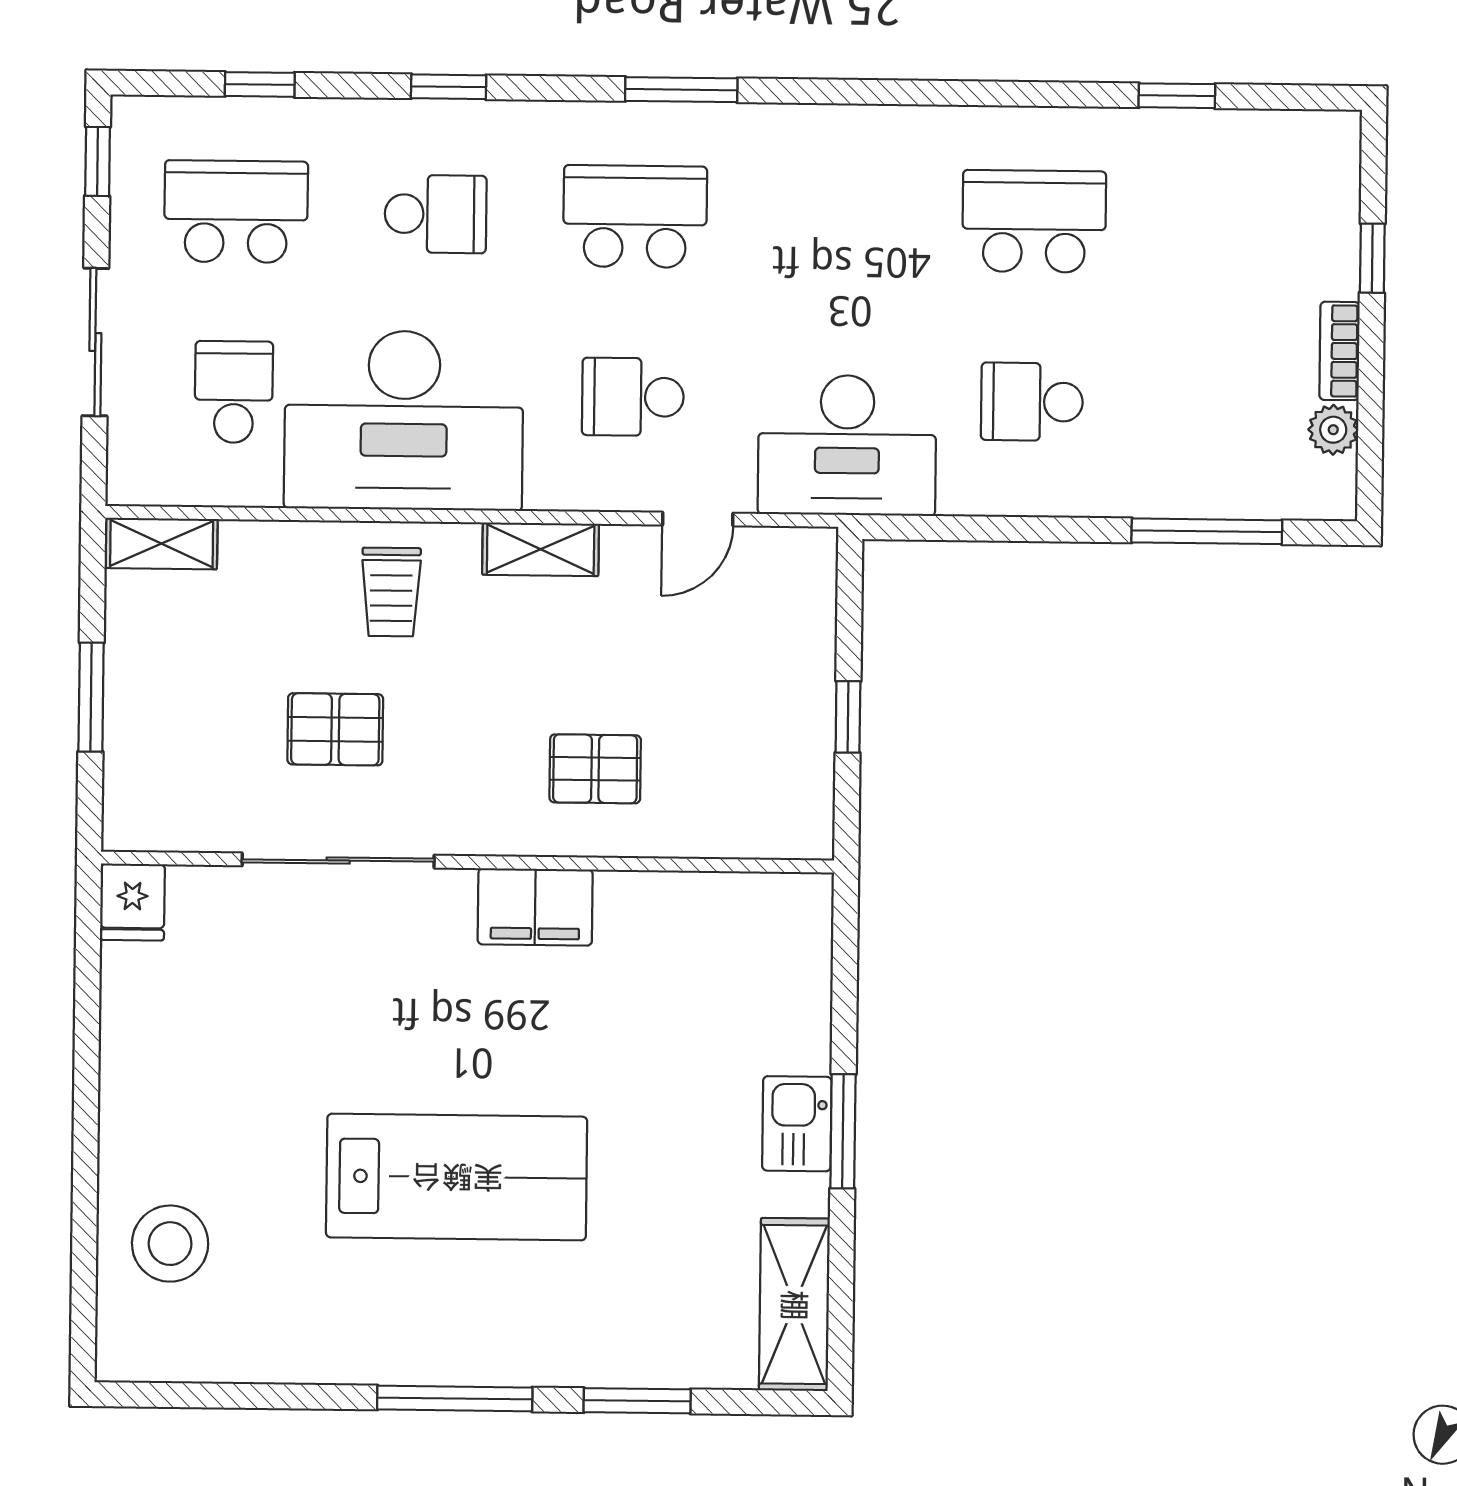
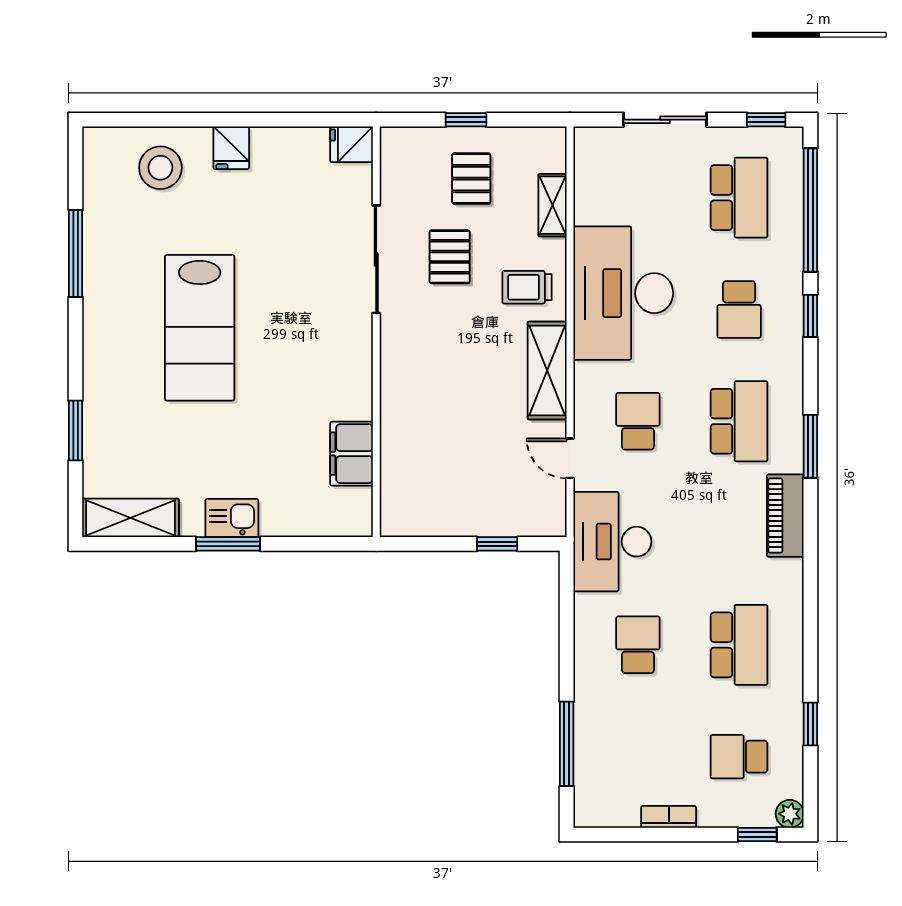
window: (260, 84) -> (810, 210), width x3.17
piano: (804, 136) -> (785, 516), added
window: (1372, 258) -> (757, 835), moved
school desk: (234, 392) -> (739, 757), moved, turned 180
plant: (1333, 430) -> (790, 814), moved
shelving: (162, 544) -> (553, 205), moved
shelving: (541, 549) -> (547, 371), width x1.50, depth x1.33
window: (91, 697) -> (466, 120), width x0.67
window: (848, 717) -> (497, 544), moved
pallet: (595, 769) -> (471, 179), moved
filing cabinet: (535, 907) -> (352, 454), moved
fridge: (136, 1117) -> (231, 148), added
window: (455, 1399) -> (76, 254), moved

